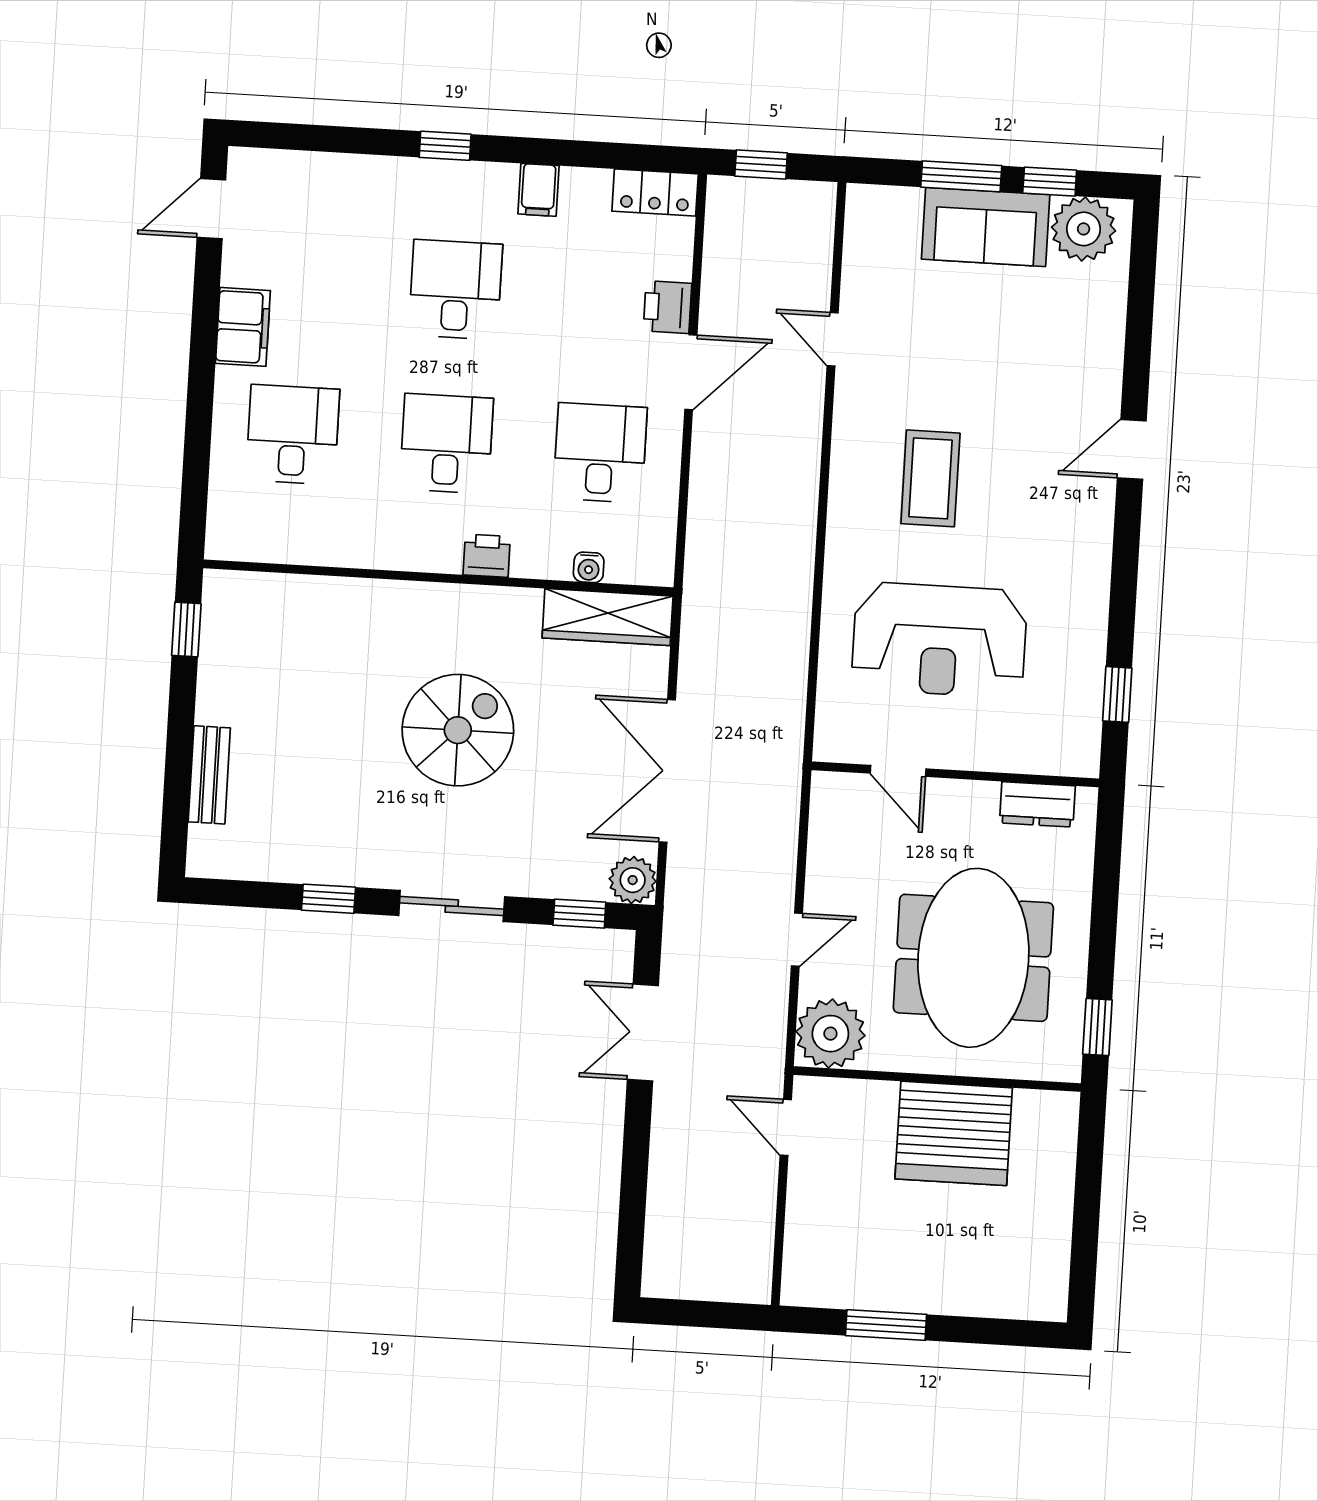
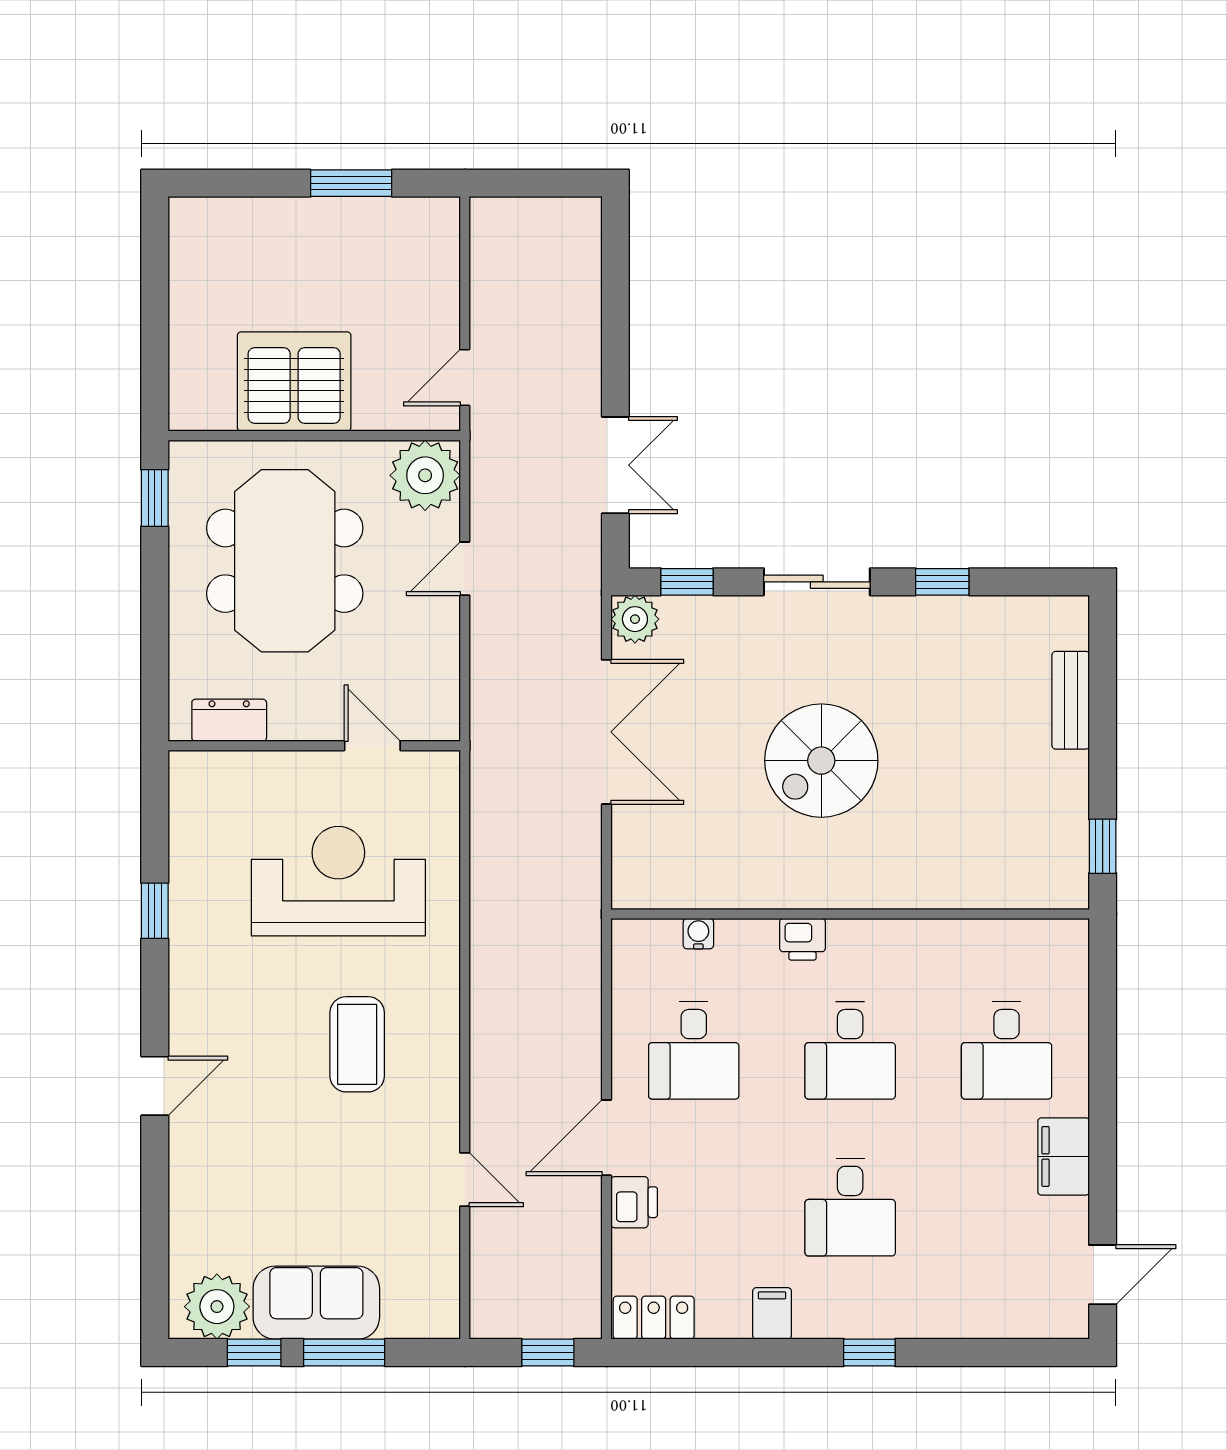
wardrobe: (608, 617) -> (676, 884), removed
window: (1117, 694) -> (155, 911), moved
door: (786, 1127) -> (465, 378), swing flipped

